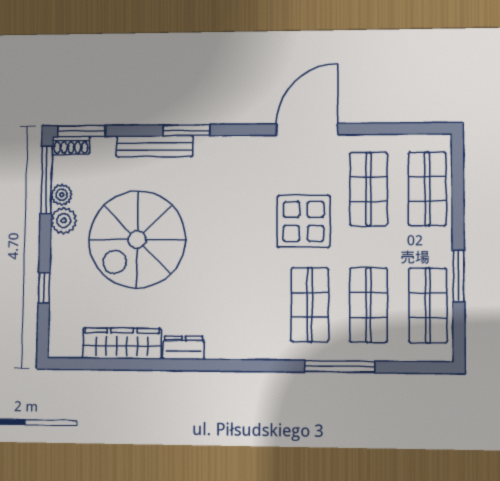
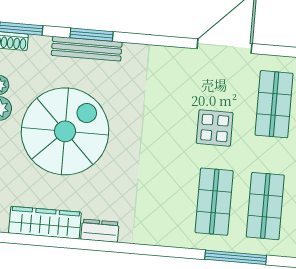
window: (186, 130) -> (91, 35), moved
display table: (303, 221) -> (215, 128), width x0.73, depth x0.73
spiral stairs: (137, 239) -> (65, 131), turned 180

